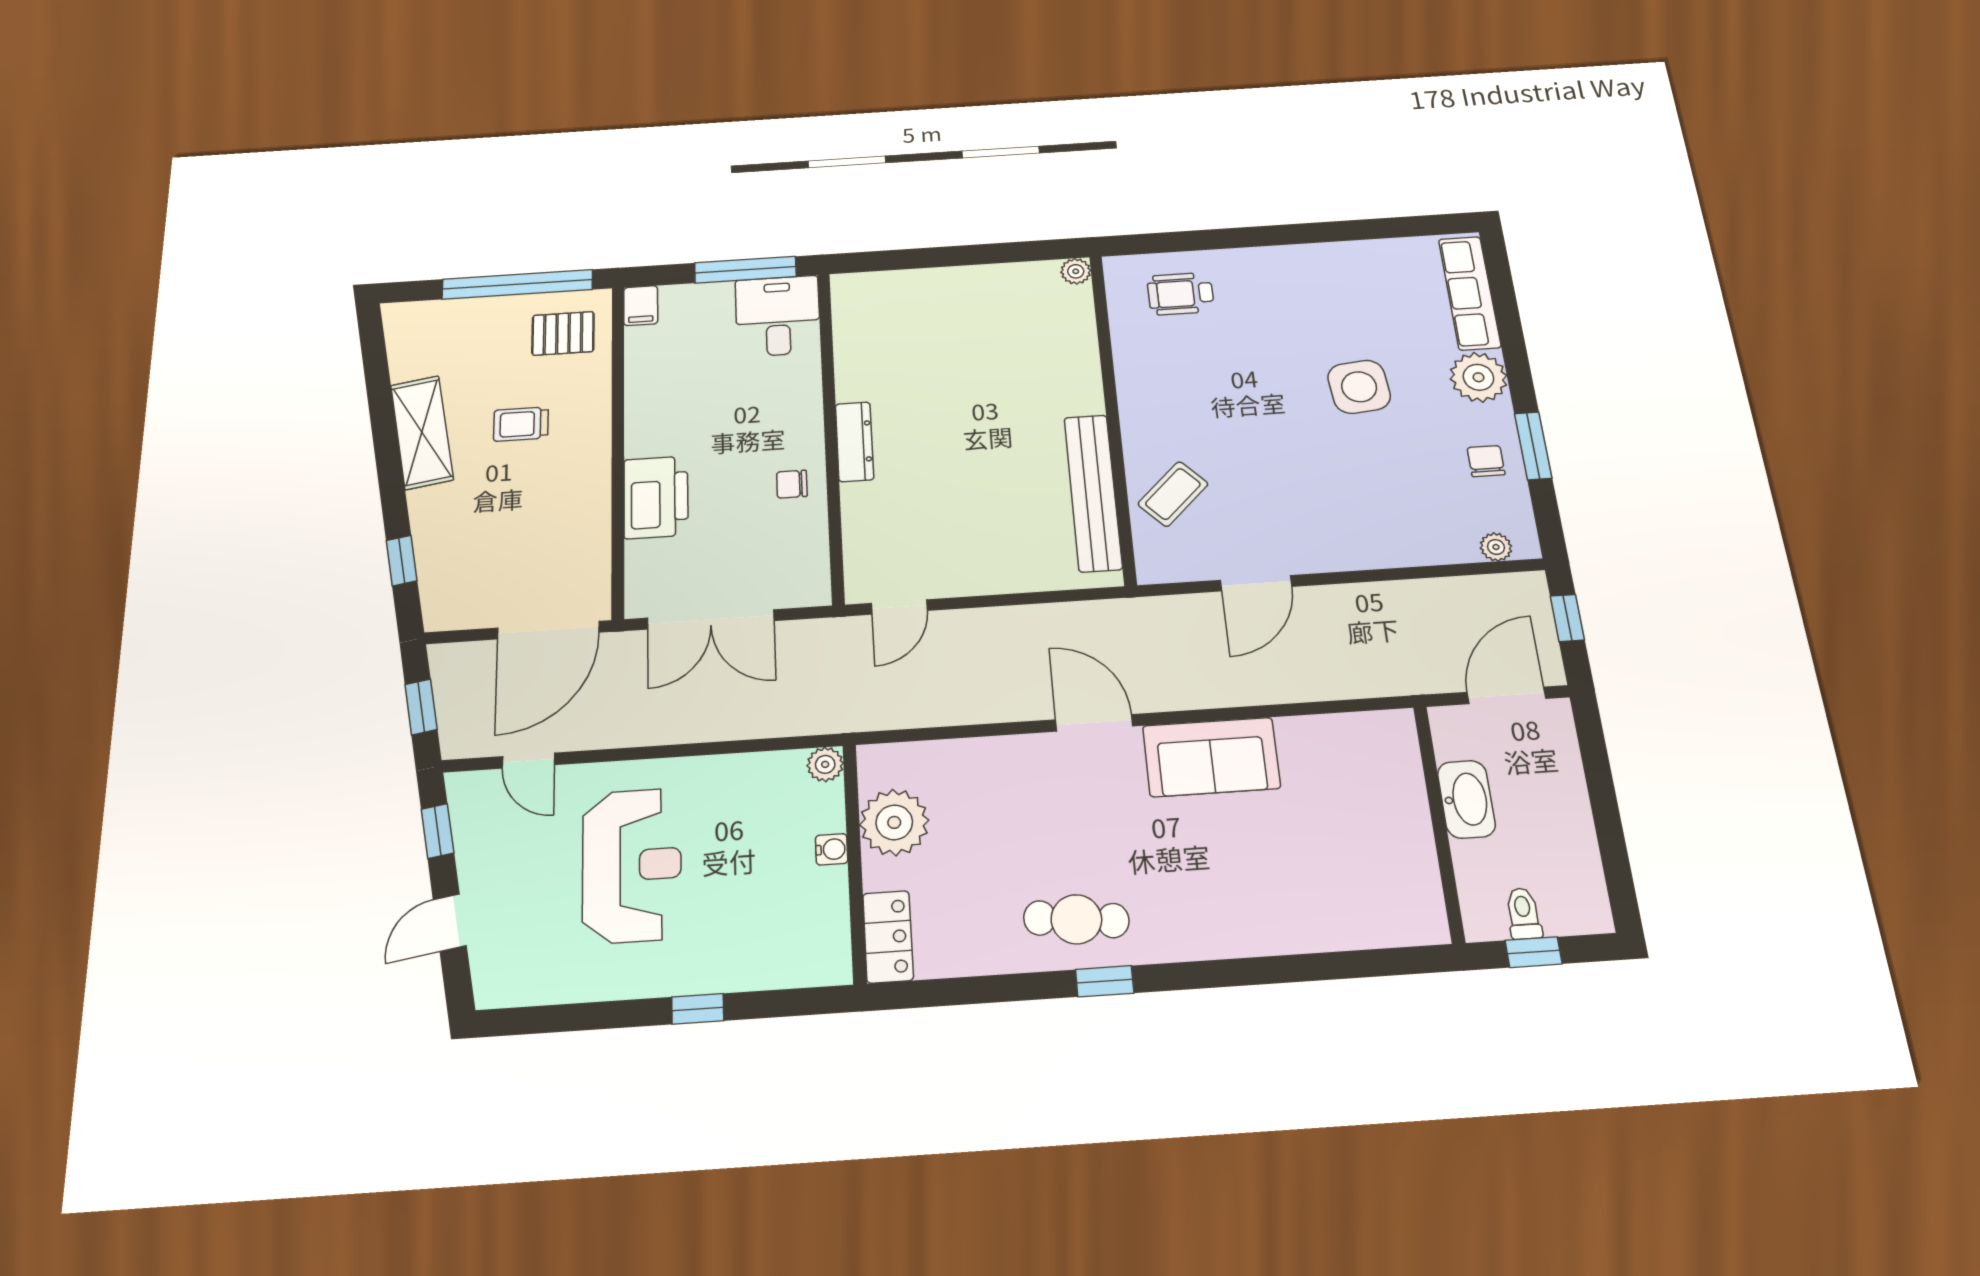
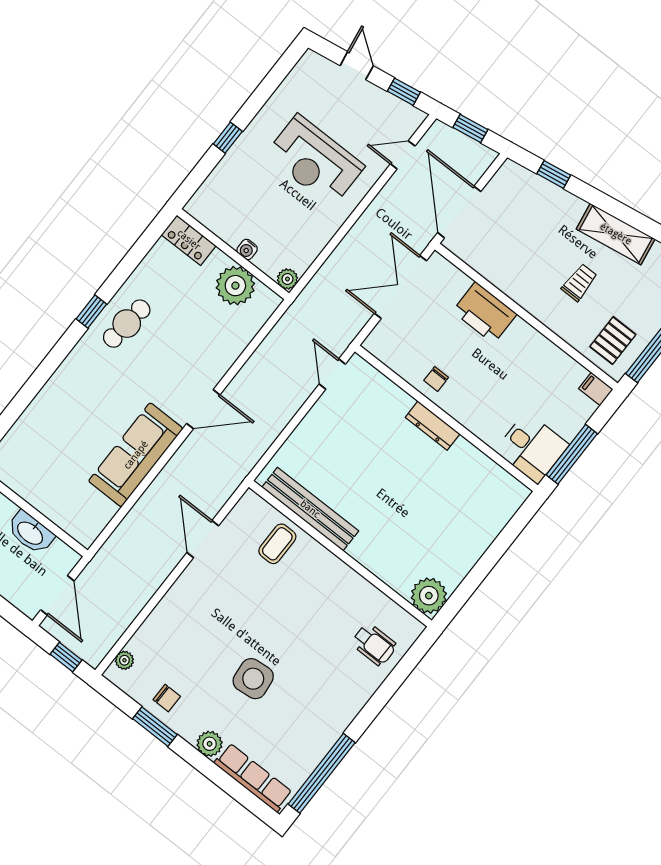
window: (1385, 228) -> (322, 773), added
plant: (1076, 271) -> (429, 596), width x1.88, depth x1.88
wheelchair: (1181, 294) -> (374, 644), turned 90
plant: (1478, 377) -> (210, 744), width x0.73, depth x0.73
chair: (792, 484) -> (436, 379), turned 180
coffee table: (1173, 494) -> (277, 544), turned 44
sofa: (1211, 757) -> (136, 455), width x1.36

